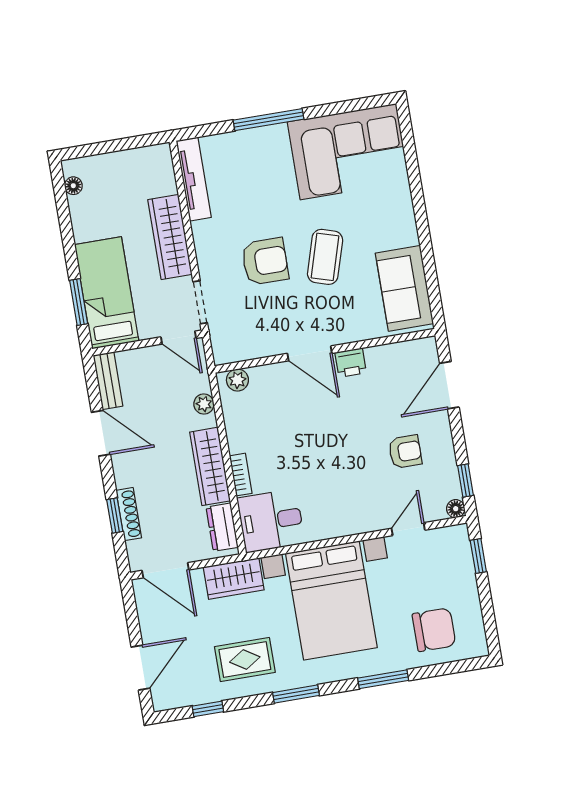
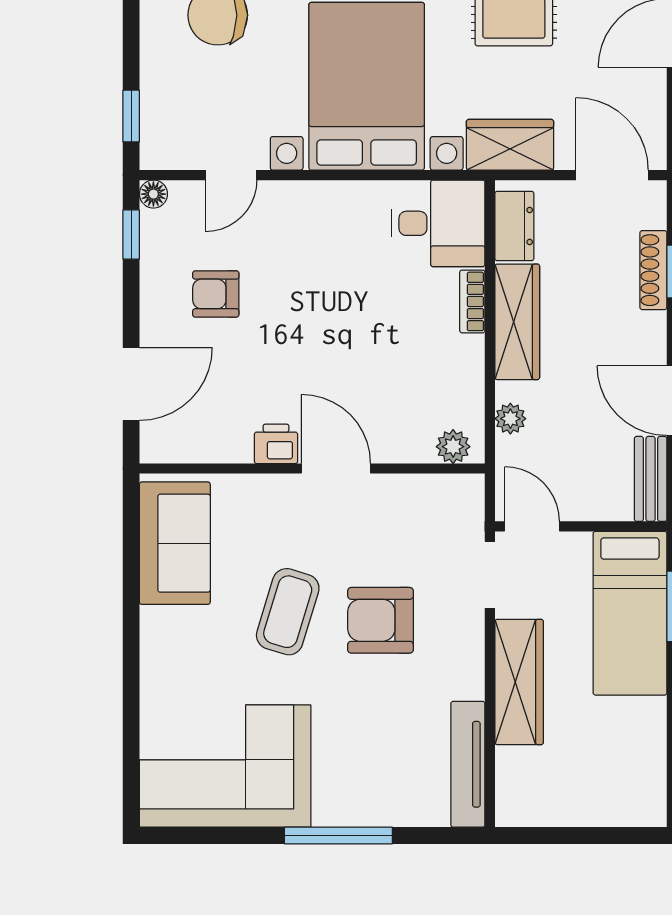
floor lamp: (73, 186) -> (653, 785), removed

